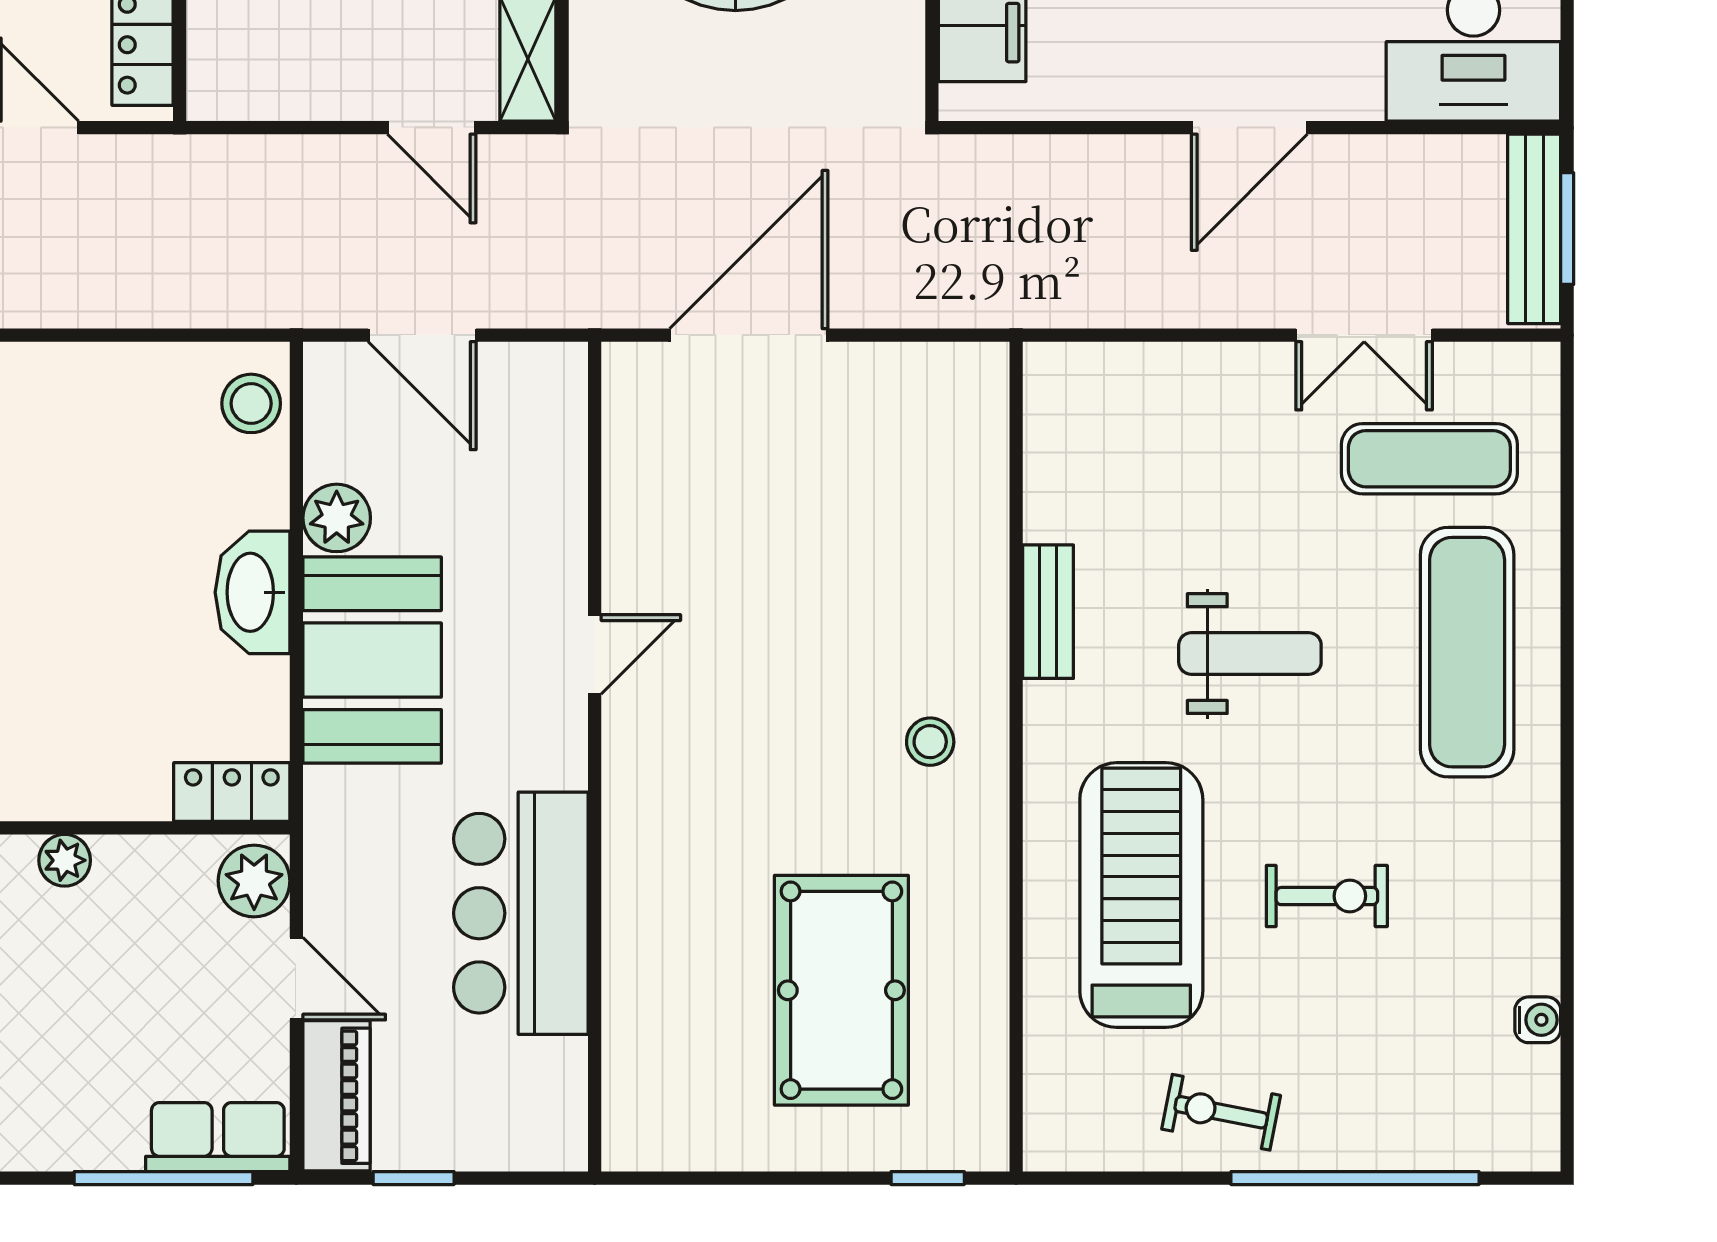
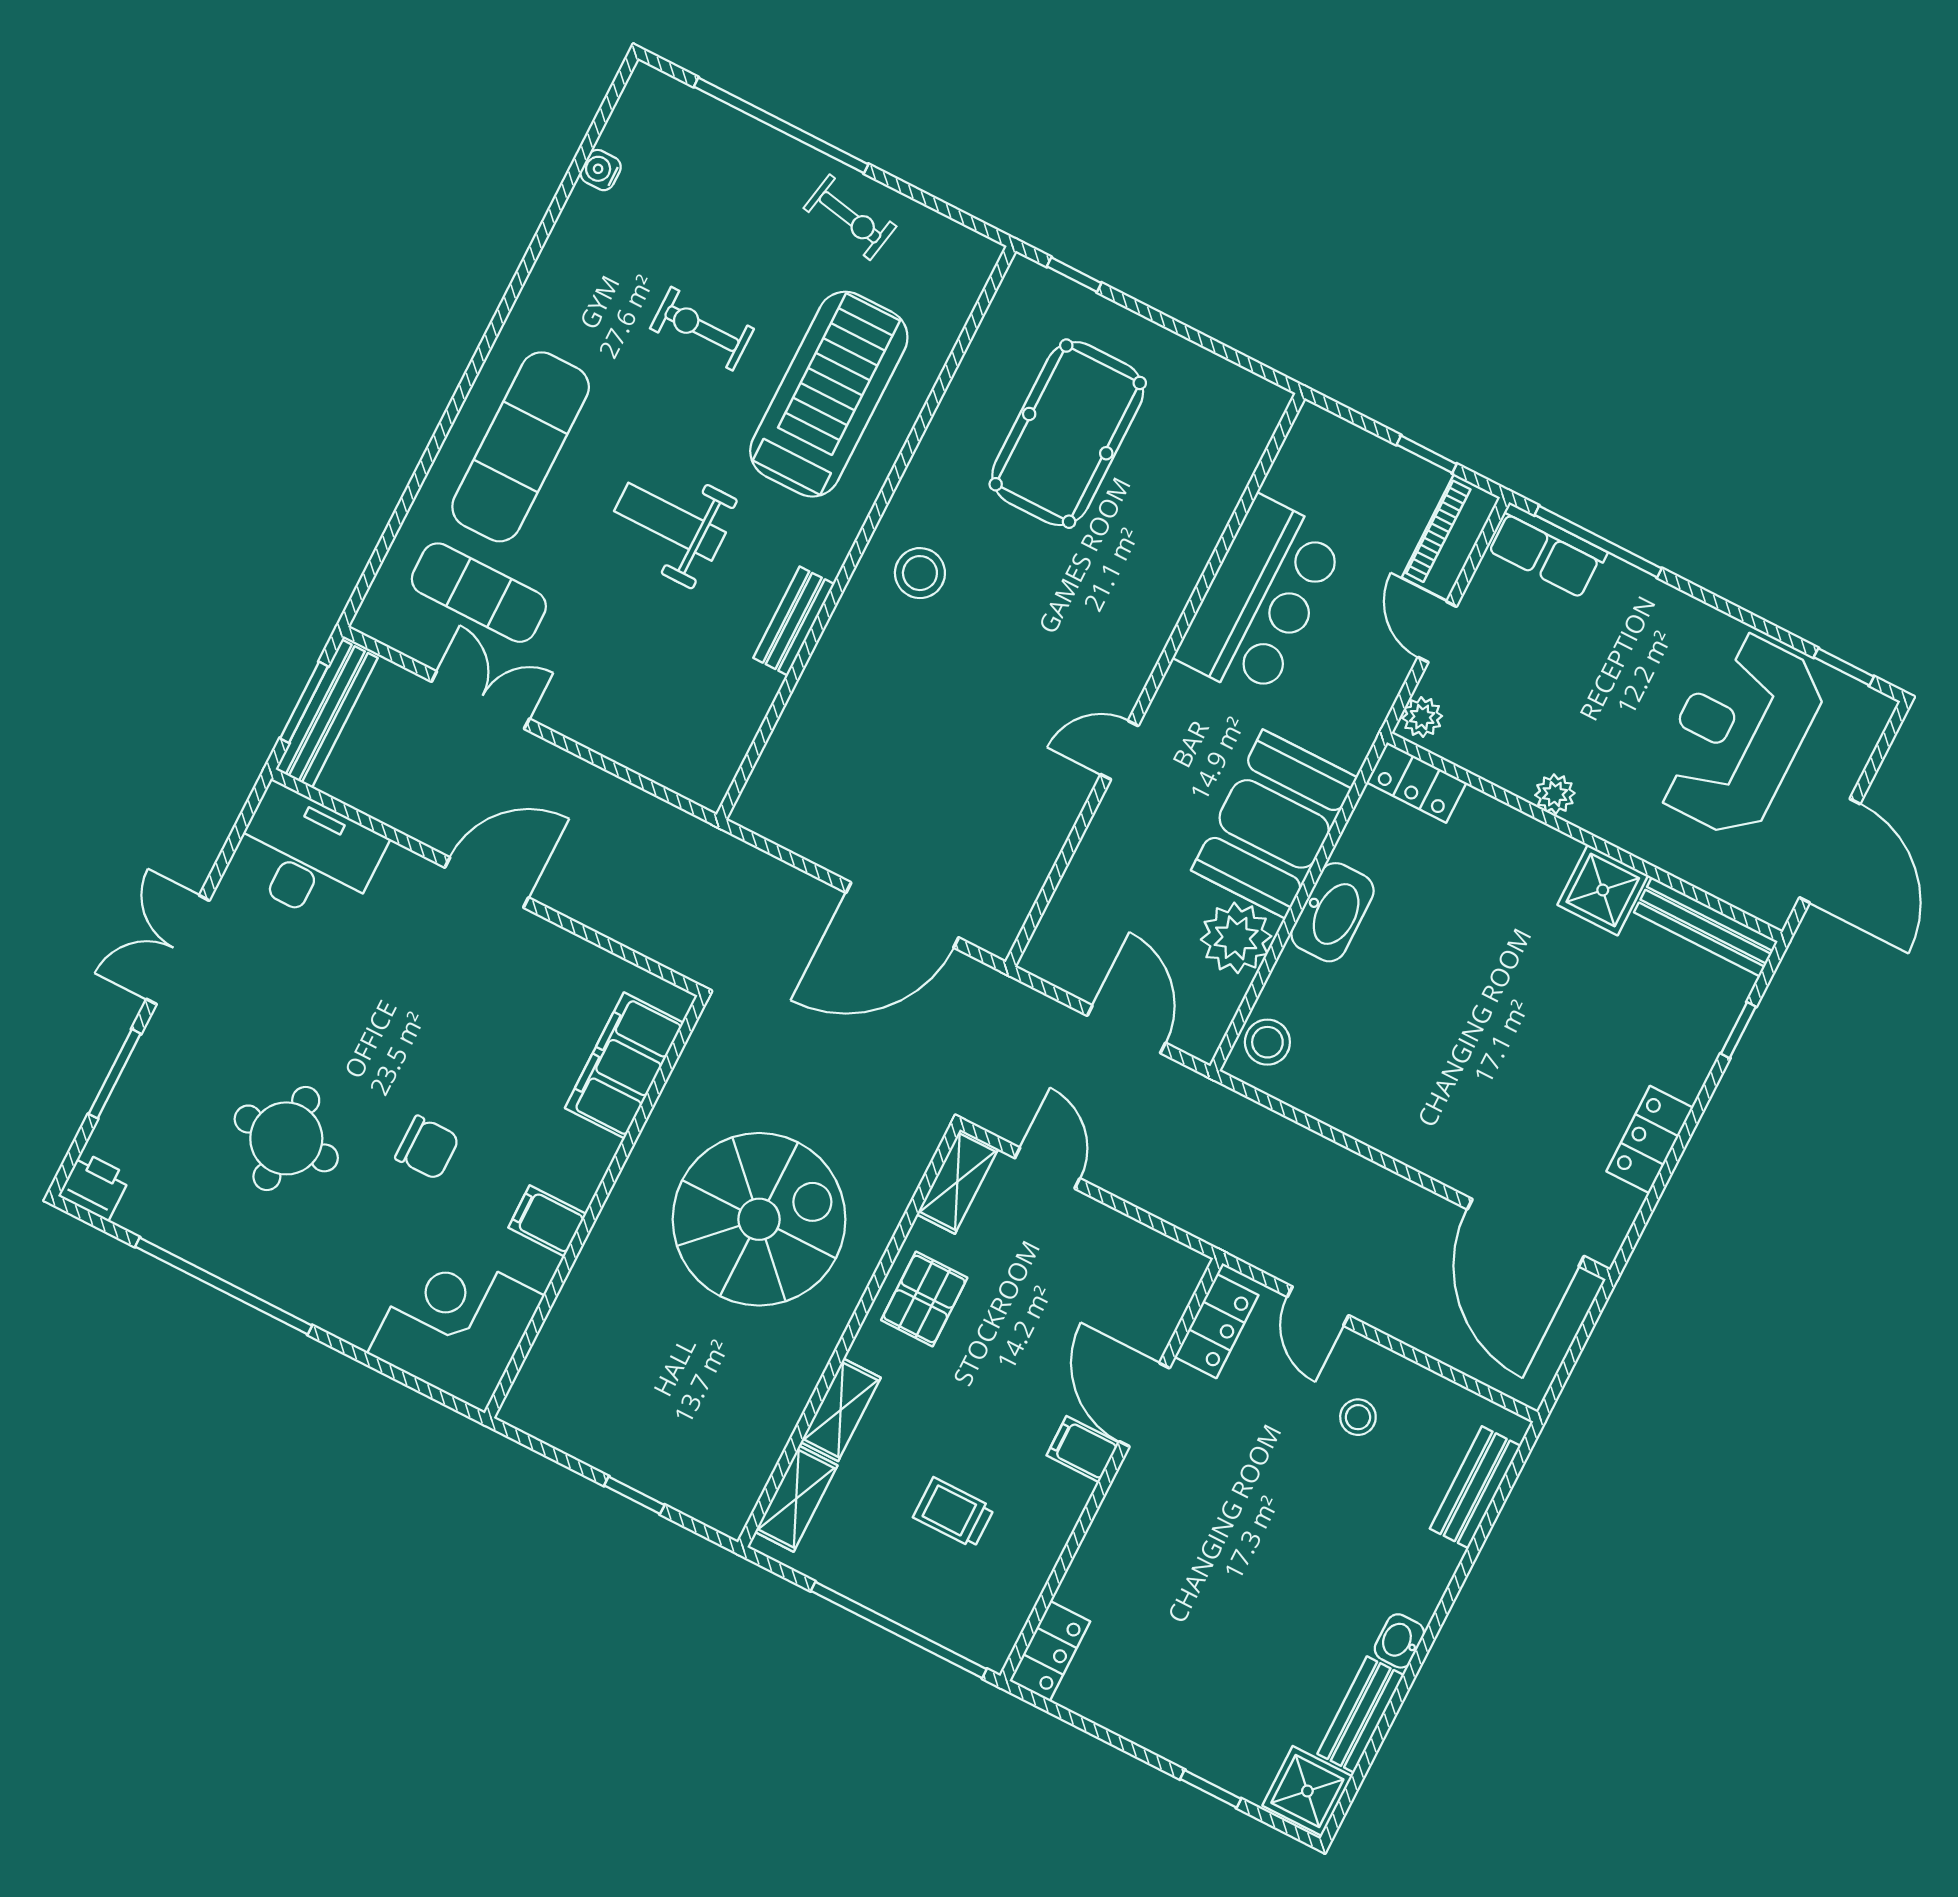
plant: (337, 518) -> (1236, 938), width x1.36, depth x1.36
stool: (930, 742) -> (920, 573), width x1.37, depth x1.37
plant: (254, 881) -> (1422, 717), width x0.73, depth x0.73
treadmill: (1141, 895) -> (829, 394), turned 180

